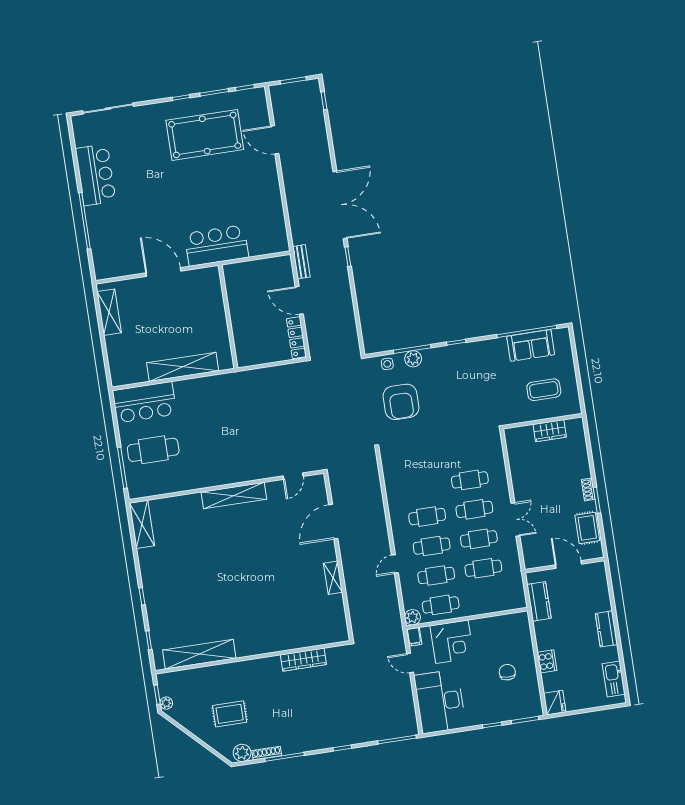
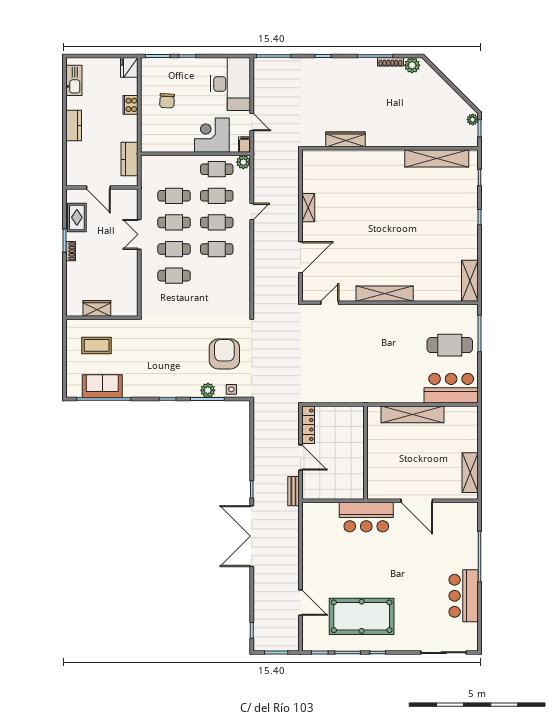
rug: (230, 714) -> (418, 101), removed

